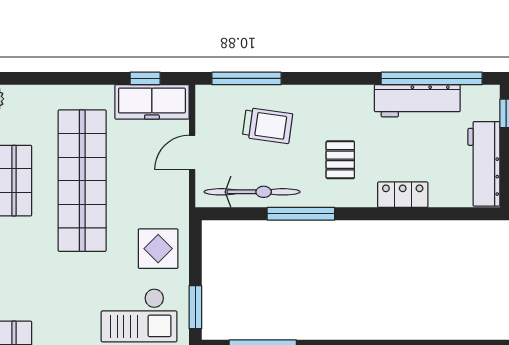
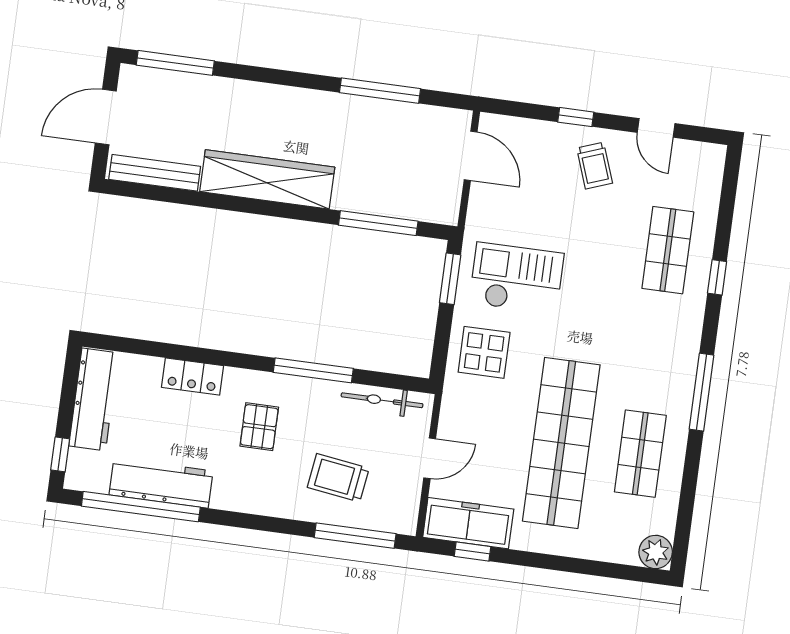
bicycle: (252, 192) -> (382, 400), width x0.73, depth x0.71

